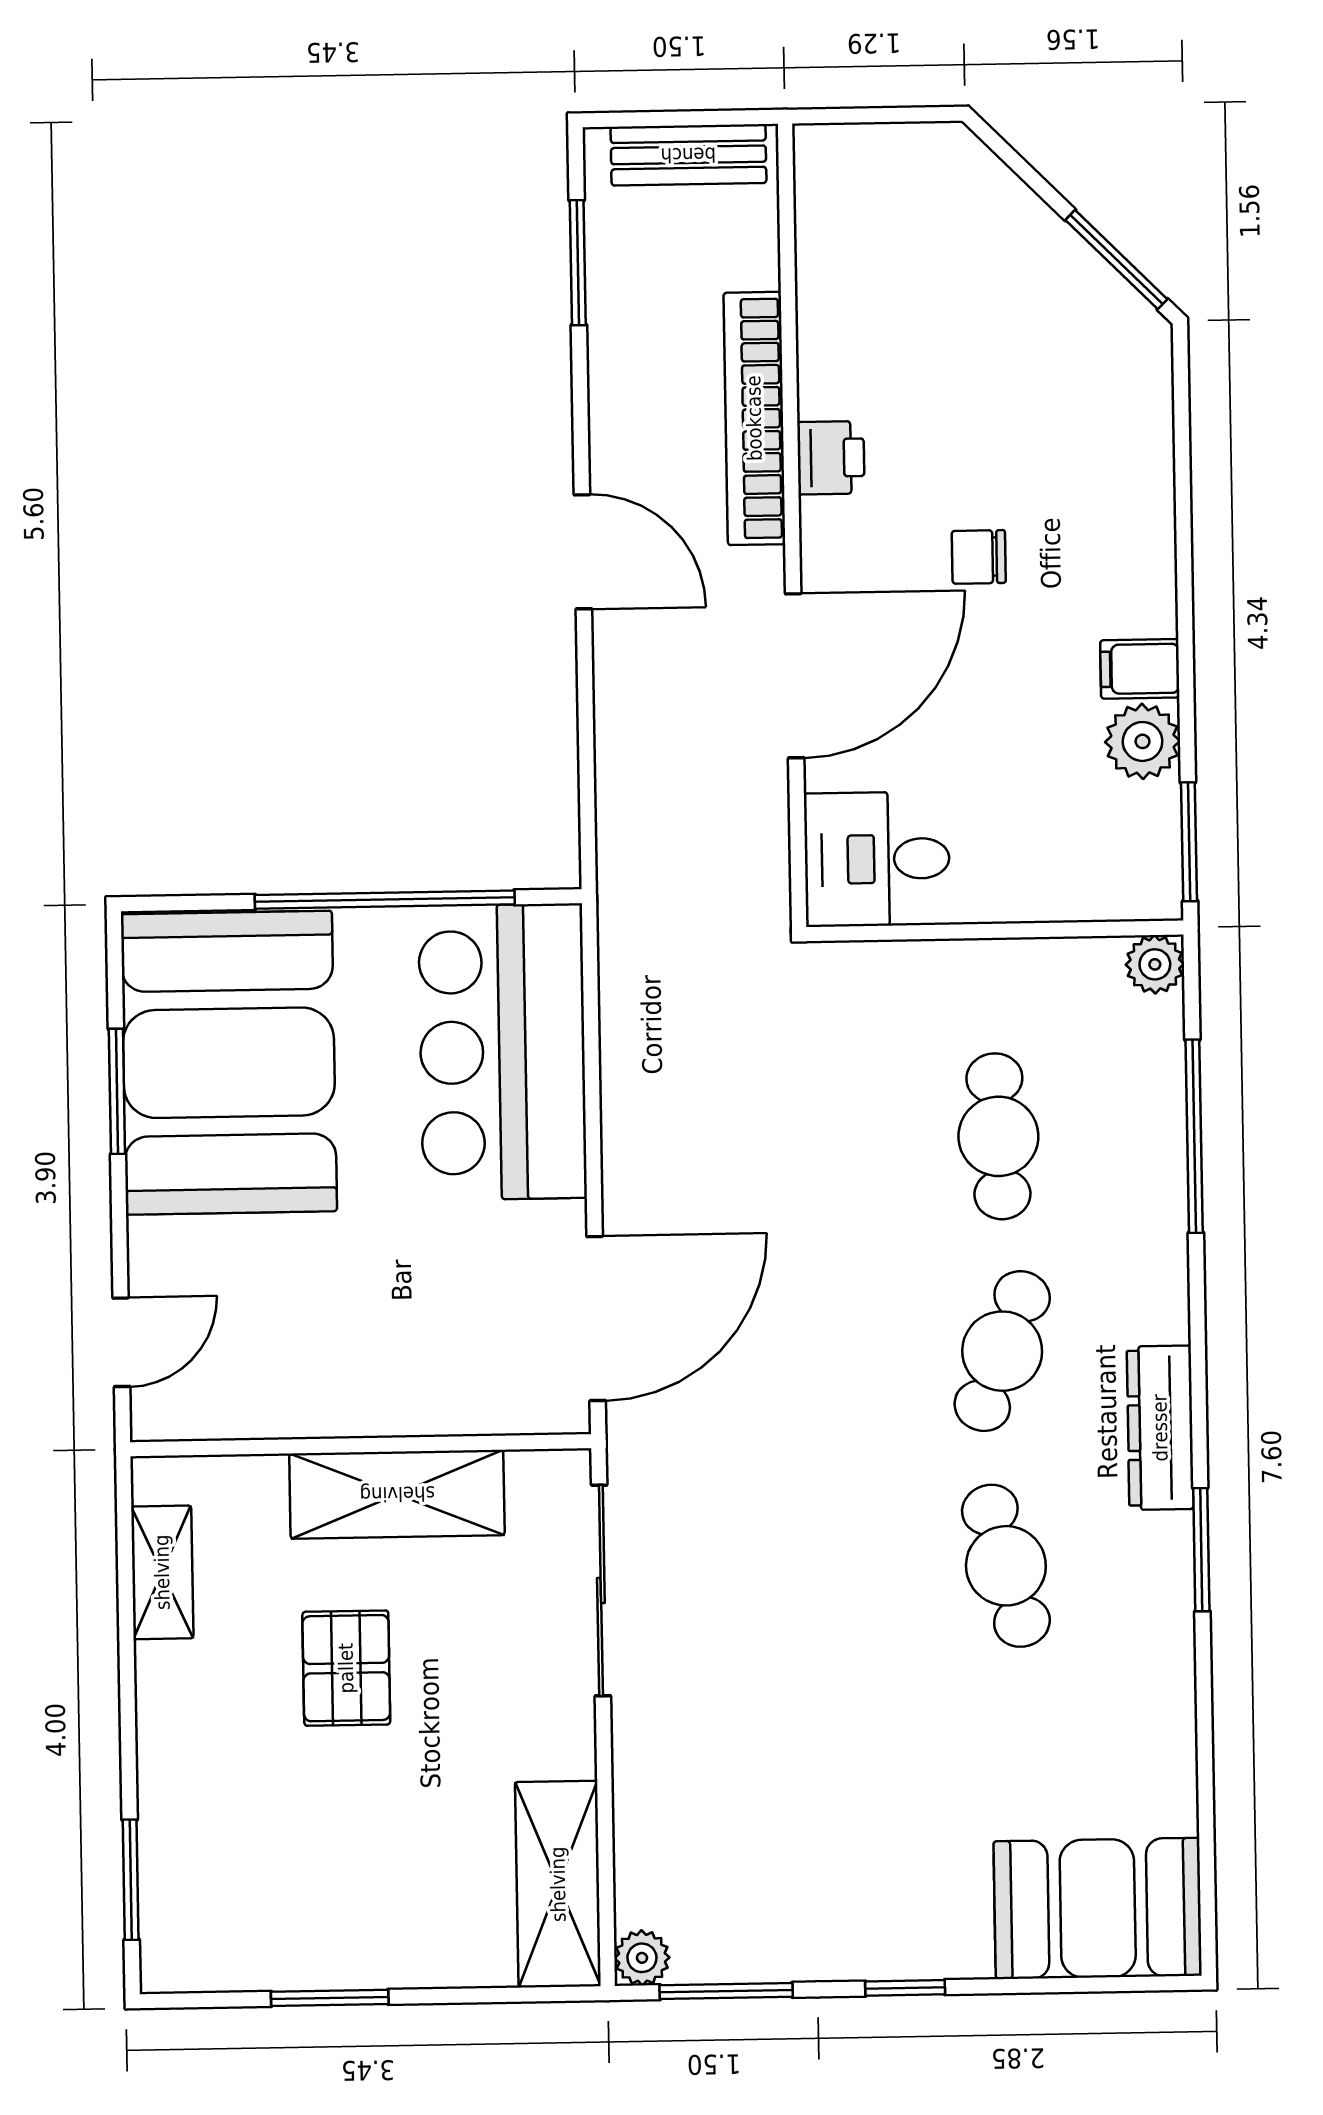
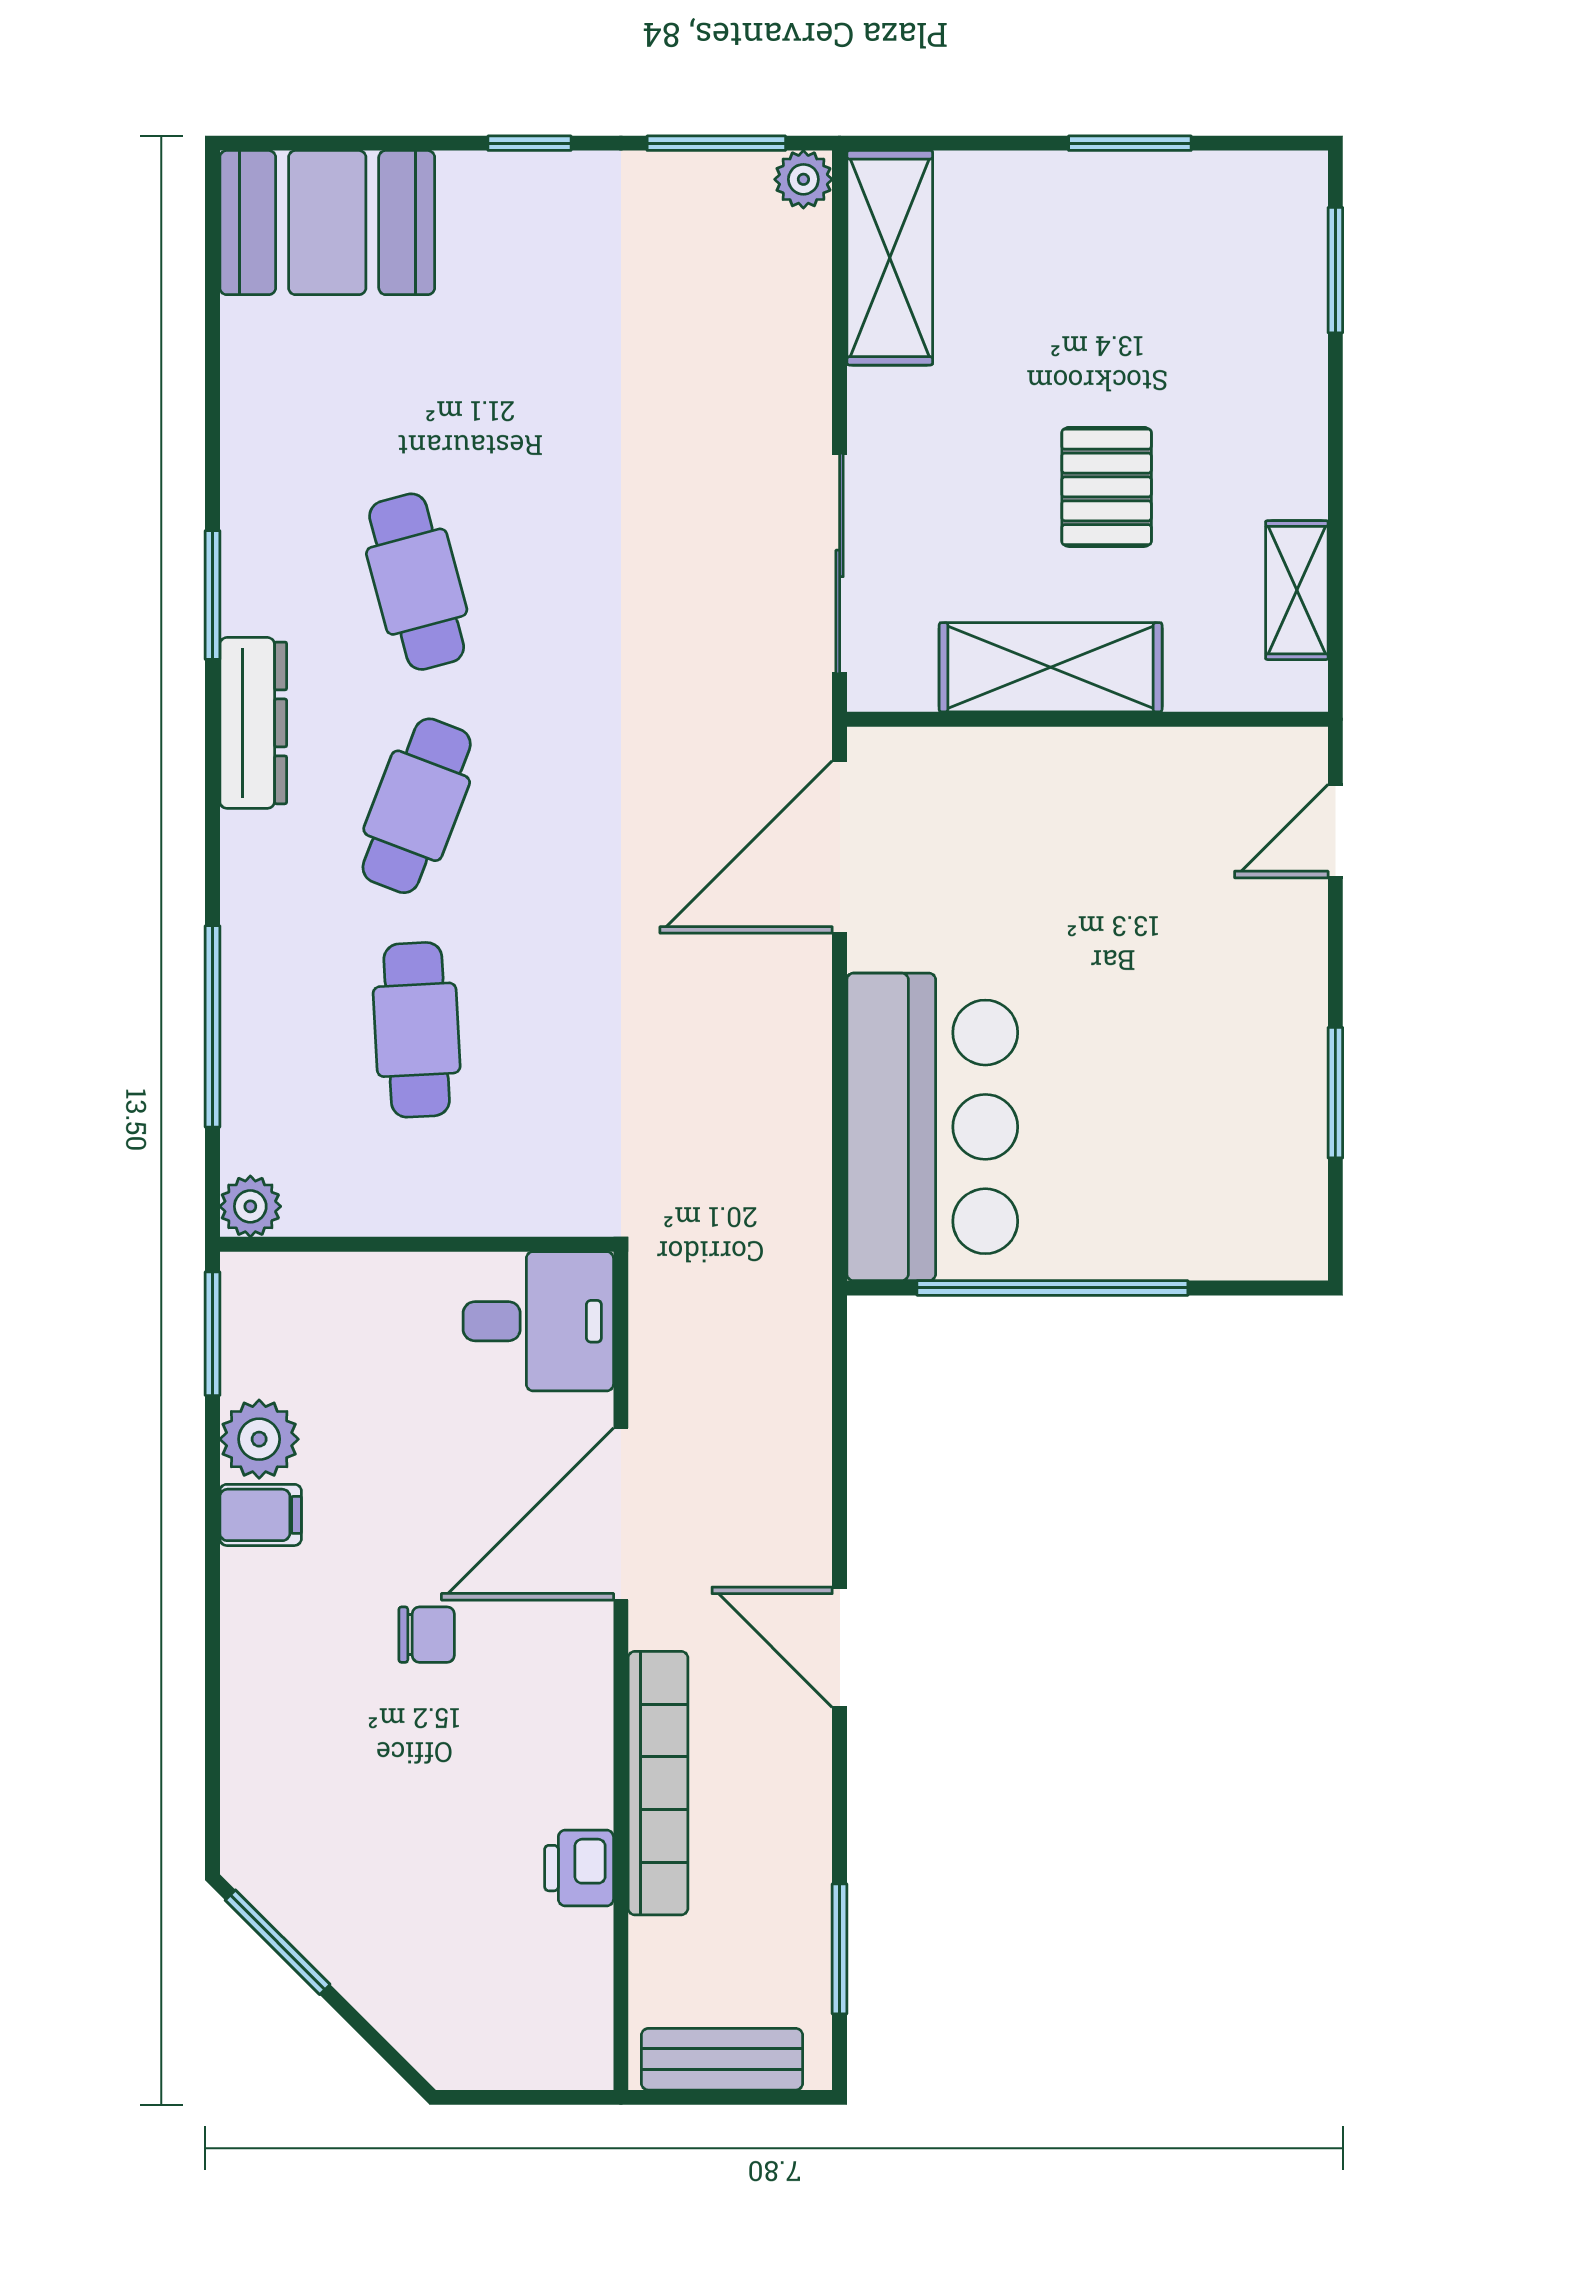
printer: (831, 458) -> (579, 1868), moved
booth: (229, 1063) -> (1218, 1121), removed

